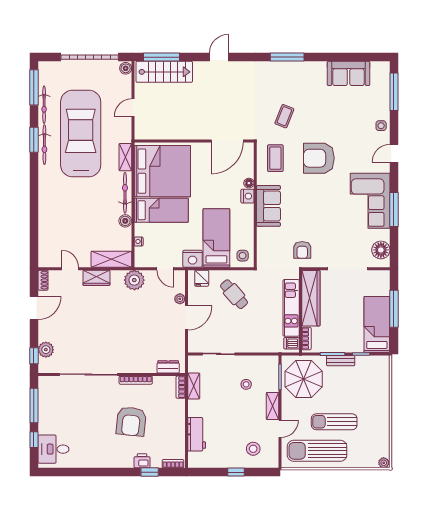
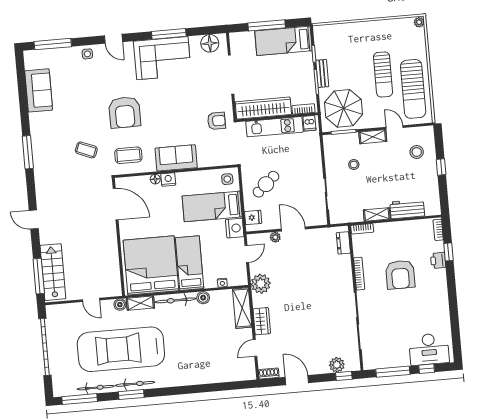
boiler: (126, 68) -> (120, 305), moved
shelving: (194, 386) -> (377, 214), moved
armchair: (131, 421) -> (400, 275), turned 84
desk: (53, 449) -> (429, 349), width x1.37

